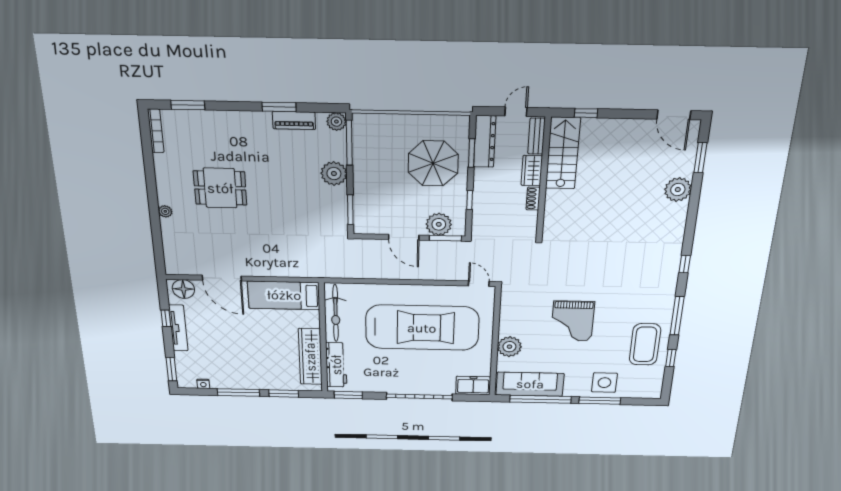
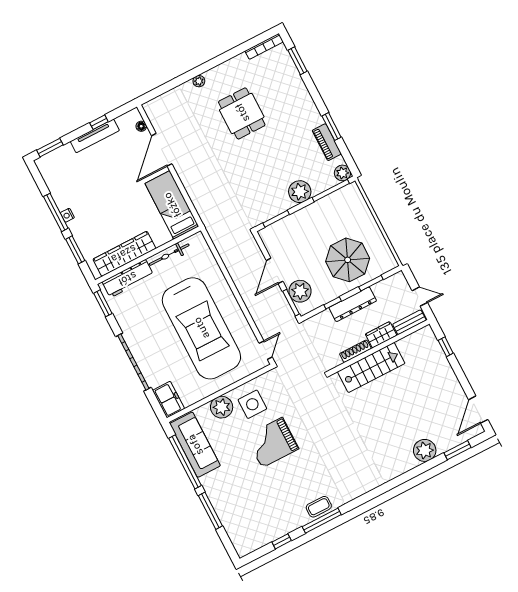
dresser: (485, 141) -> (353, 304), moved
stairs: (563, 153) -> (371, 367), moved
shoe rack: (533, 199) -> (355, 351), width x1.43
window: (685, 264) -> (368, 496), removed
floor lamp: (183, 289) -> (141, 126), width x0.53, depth x0.53
bicycle: (336, 313) -> (169, 255), width x0.73, depth x0.71
coffee table: (645, 344) -> (319, 507), moved, width x0.54, depth x0.58
side table: (604, 383) -> (252, 404), moved
nightstand: (203, 384) -> (67, 215), moved

